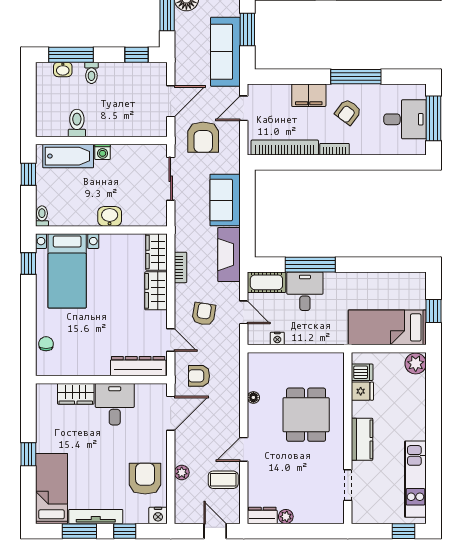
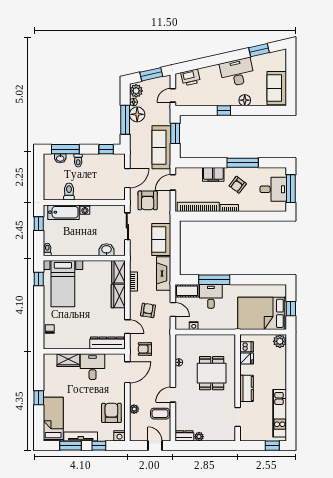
washbasin: (110, 216) -> (106, 250), moved
bed: (387, 327) -> (262, 313), width x1.50

